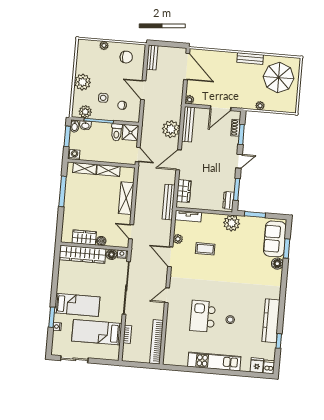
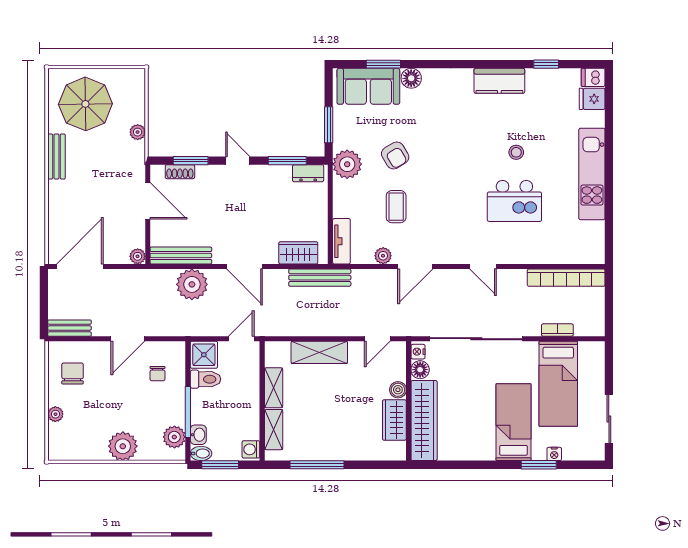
side table: (103, 98) -> (147, 408), removed
armchair: (234, 251) -> (395, 155), added
kitchen counter: (271, 321) -> (499, 81), width x0.67

